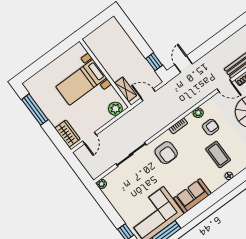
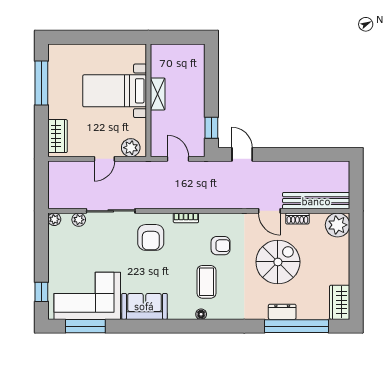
door: (184, 64) -> (242, 154), hinge flipped
shelving: (126, 89) -> (158, 94), moved
plant: (198, 113) -> (79, 220), moved
door: (89, 138) -> (104, 159), moved

